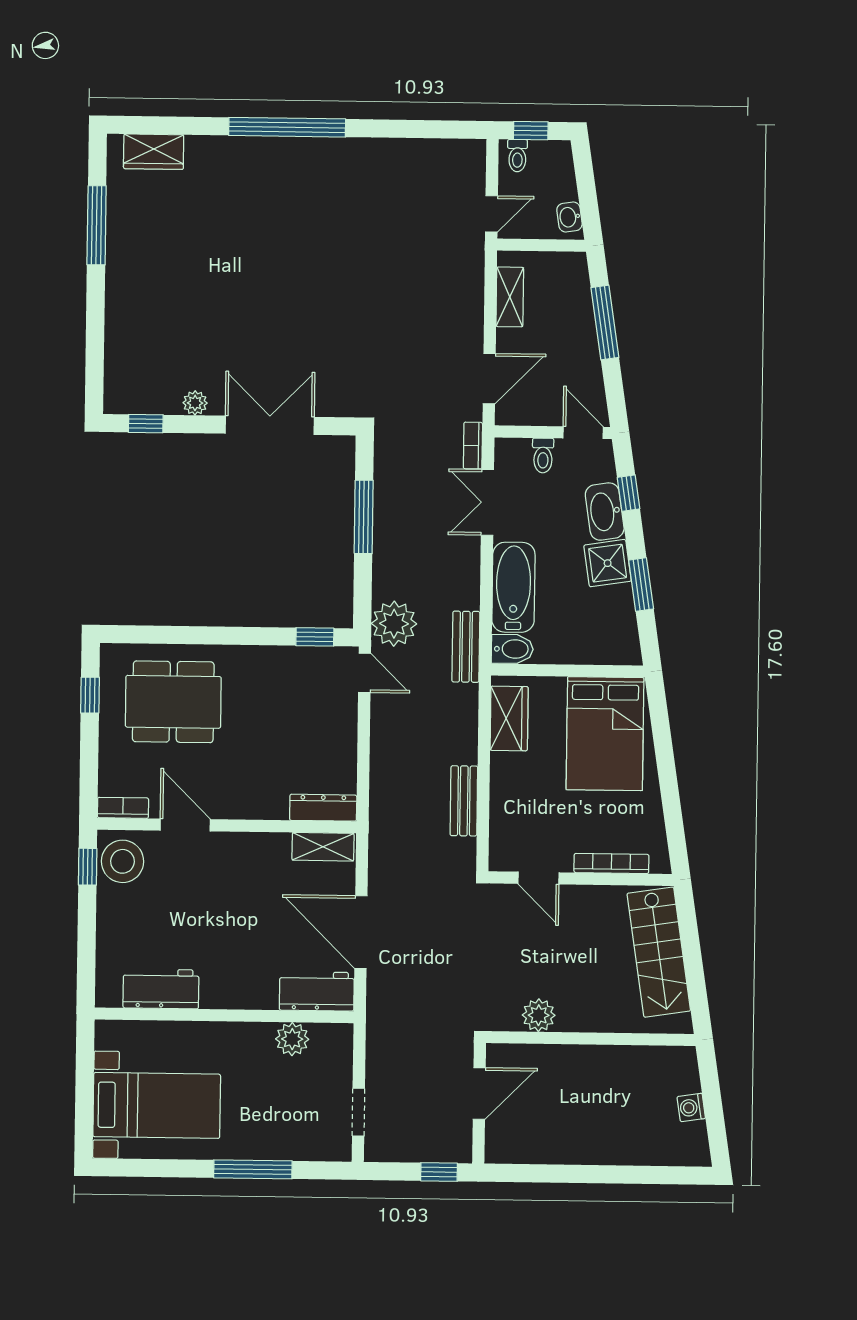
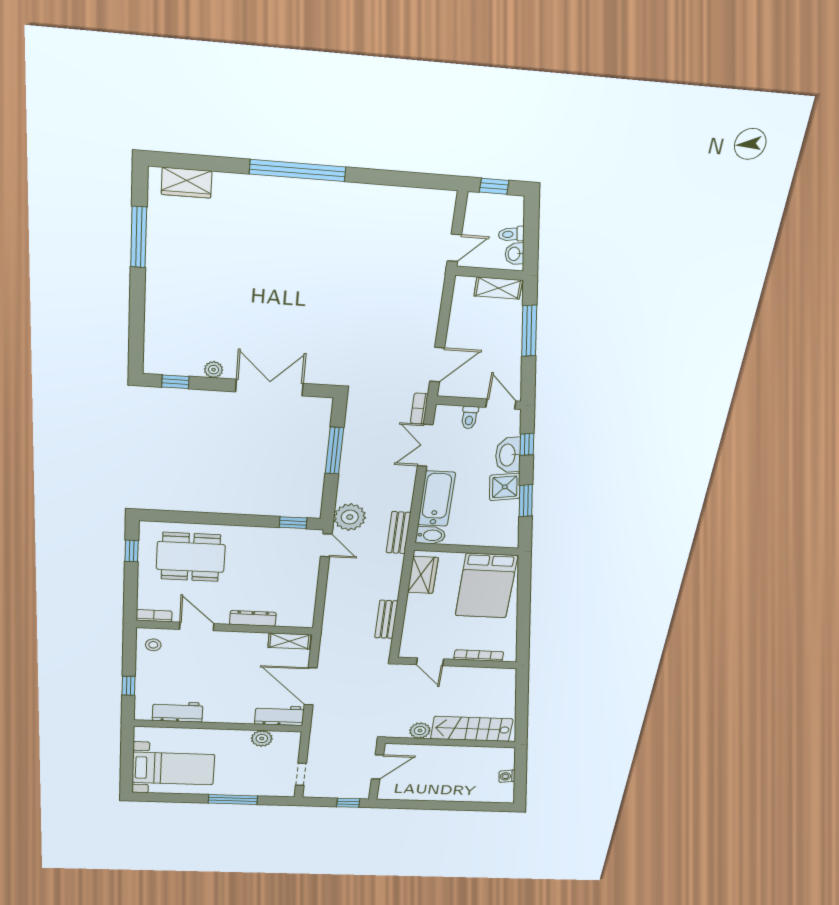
toilet: (517, 156) -> (511, 234), moved, turned 81
shelving: (510, 297) -> (498, 288), moved, turned 90
dresser: (323, 808) -> (253, 618), moved
stool: (123, 861) -> (153, 645), width x0.53, depth x0.53
window: (88, 867) -> (128, 686), moved
stairs: (659, 952) -> (472, 729), moved, turned 99

